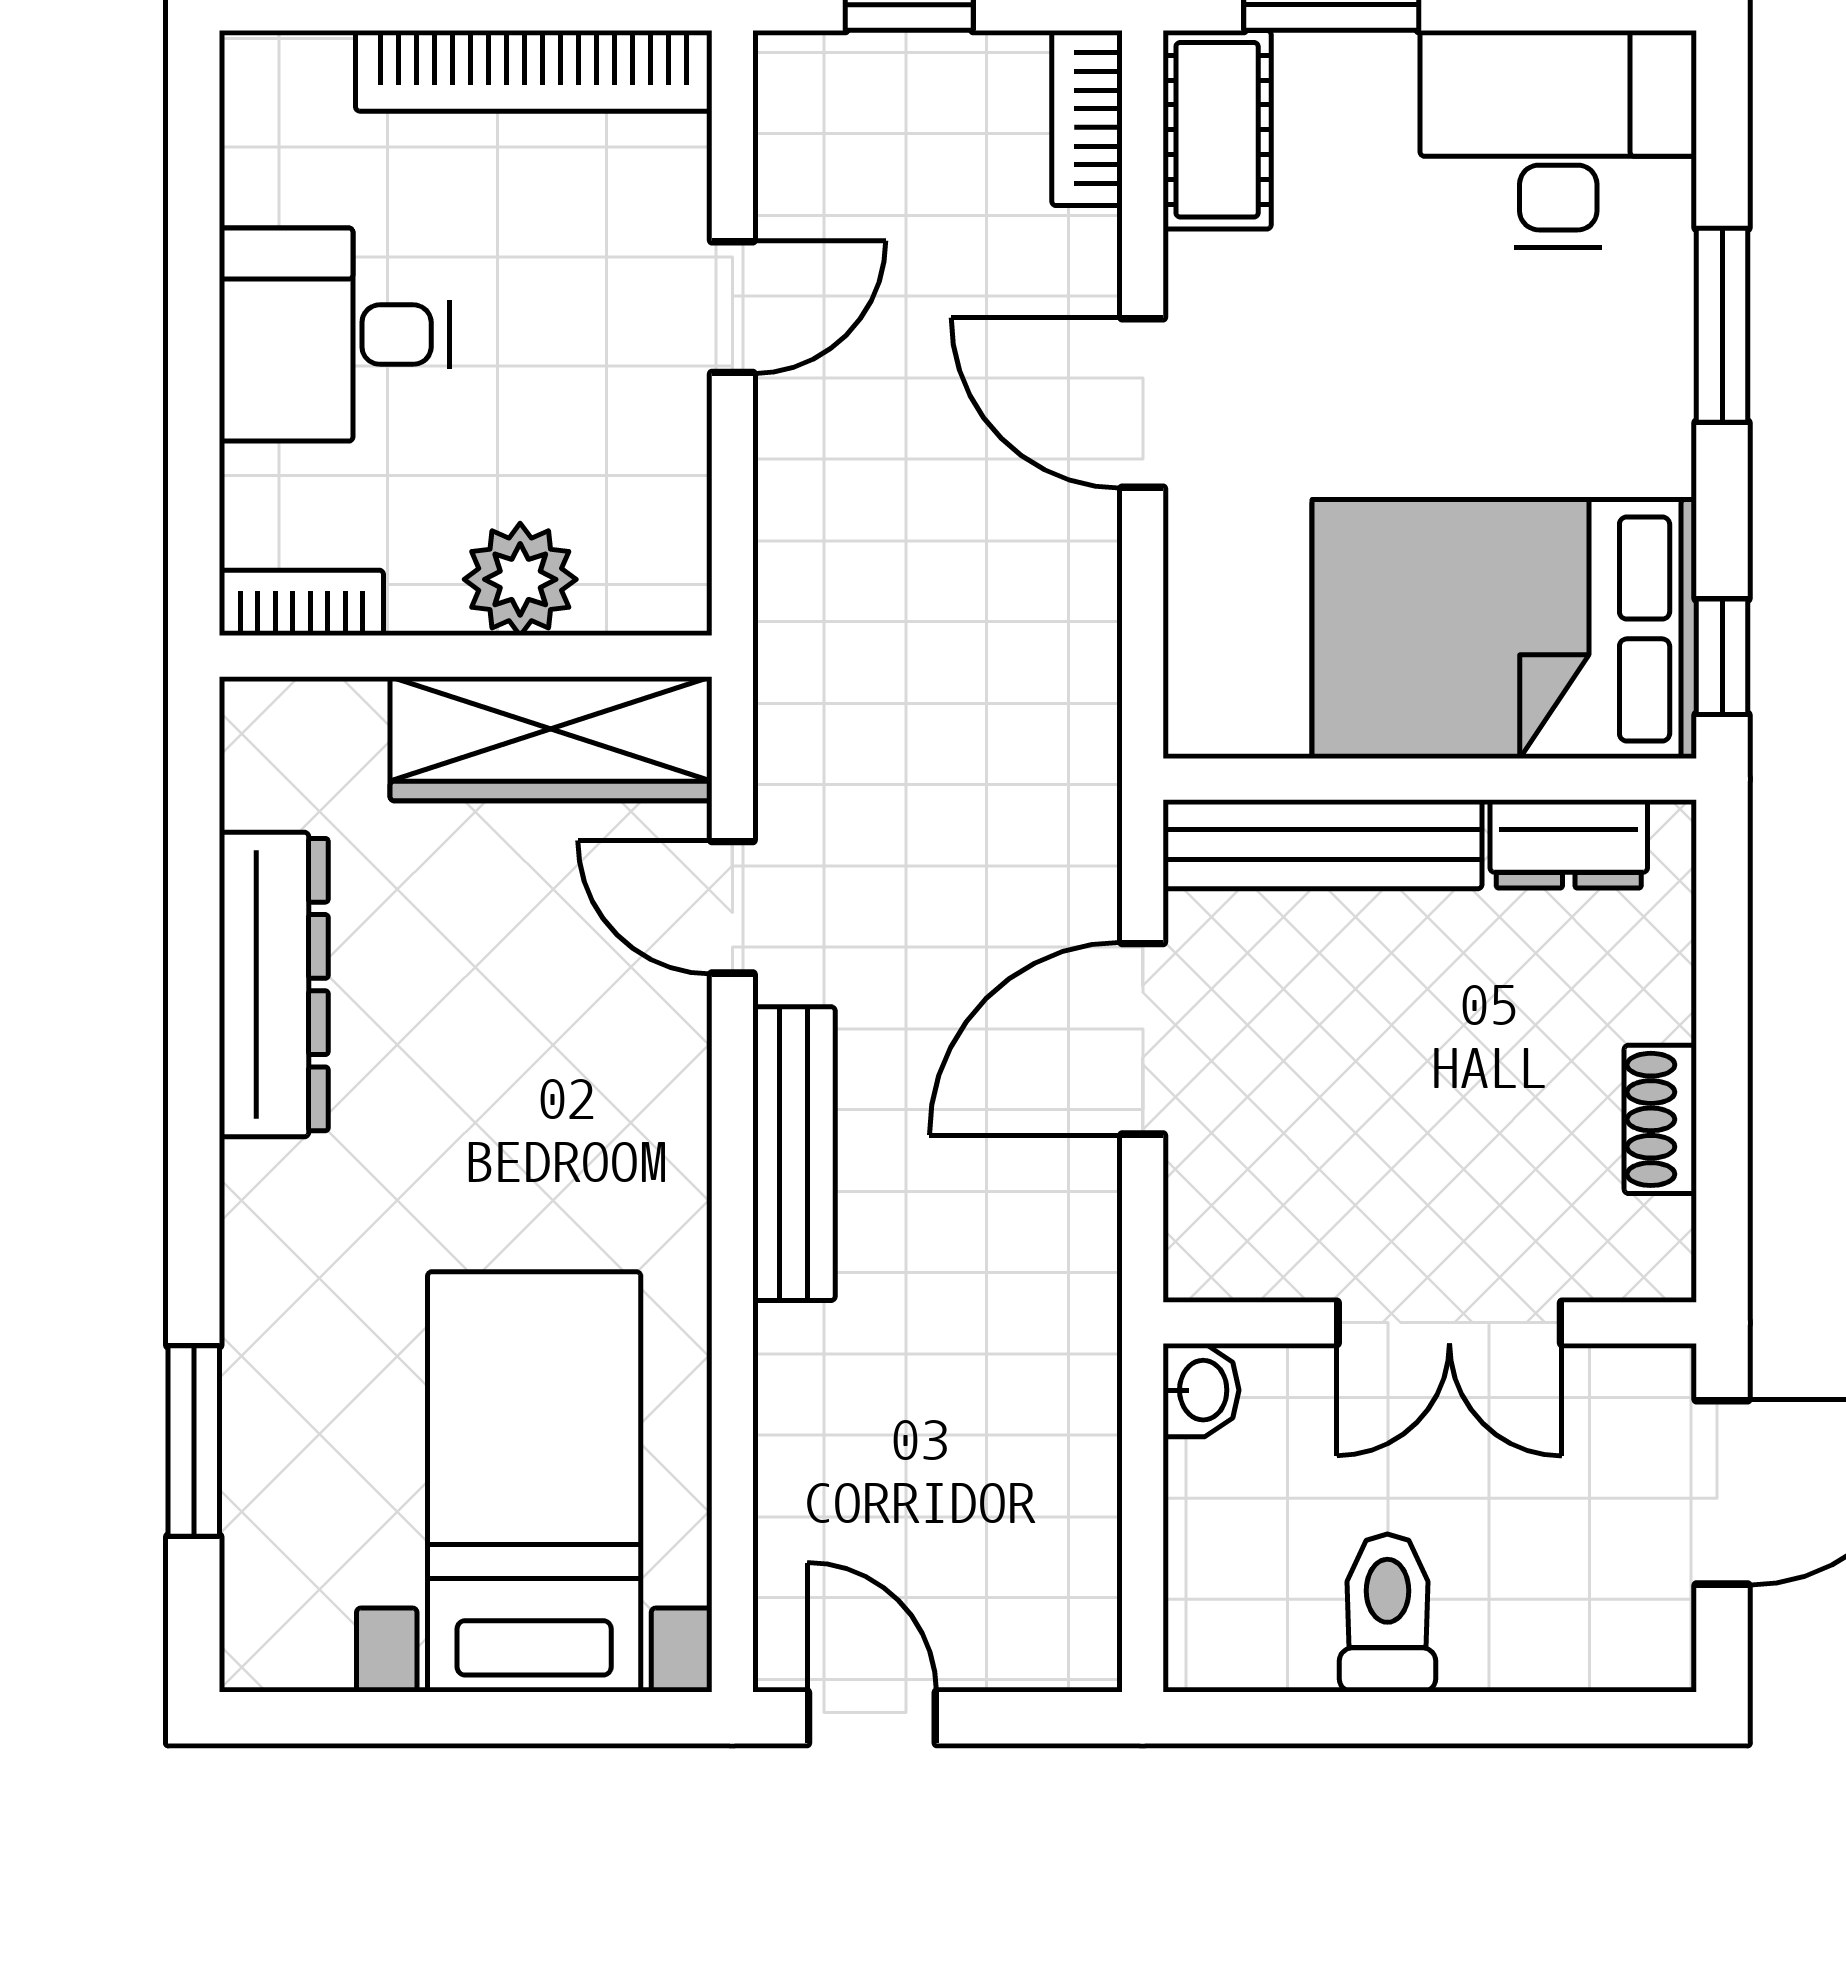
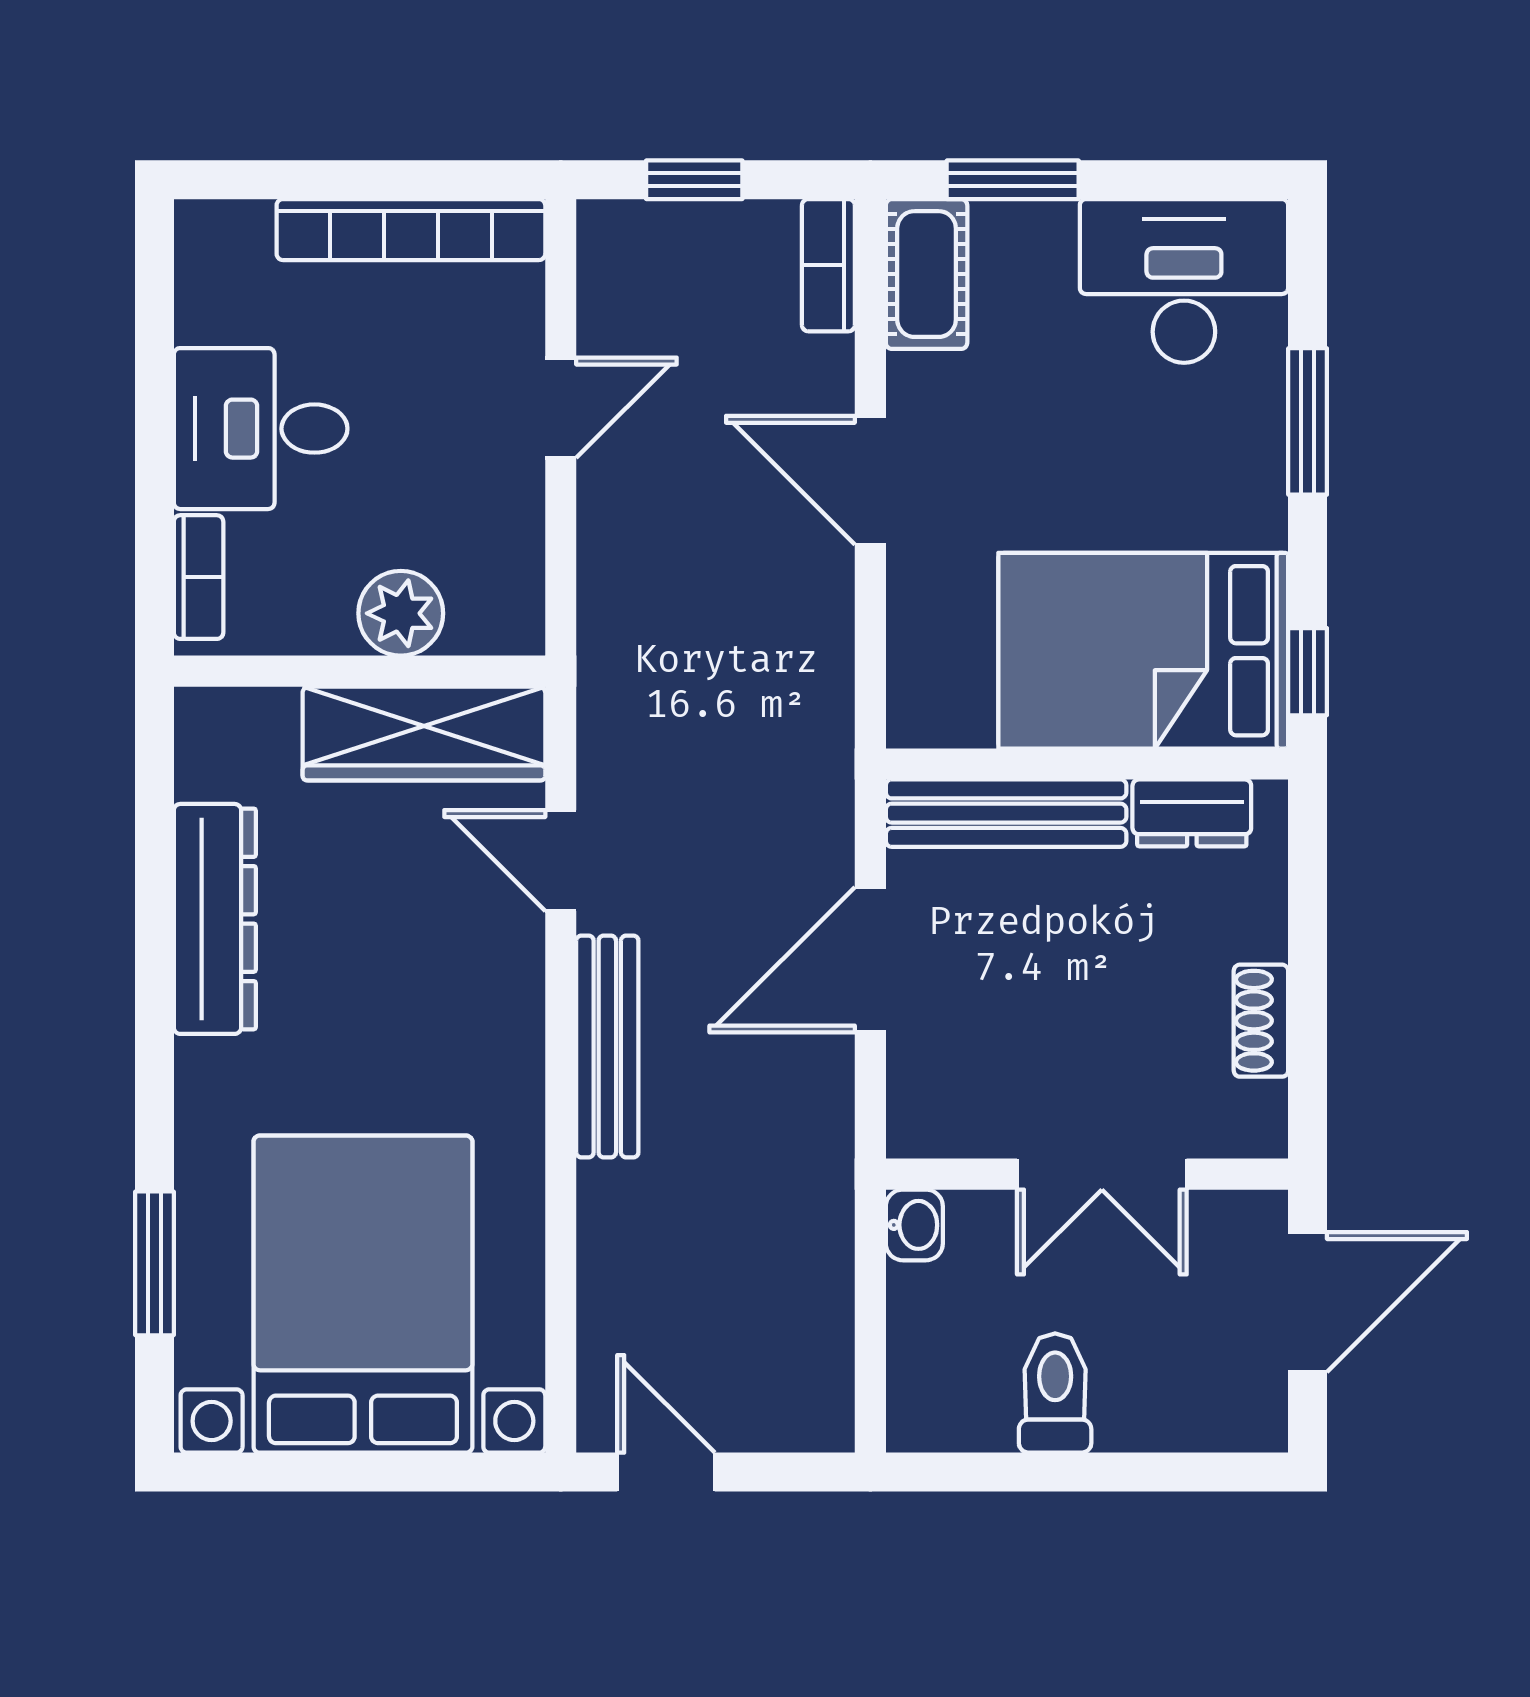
bookcase: (301, 603) -> (199, 577), moved, turned 90
bed with nightstands: (534, 1482) -> (363, 1294), width x1.36

